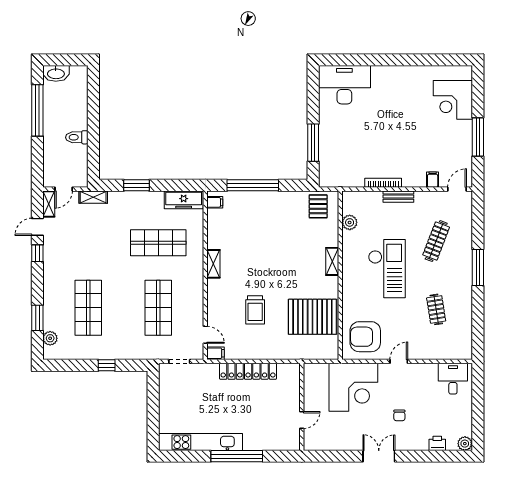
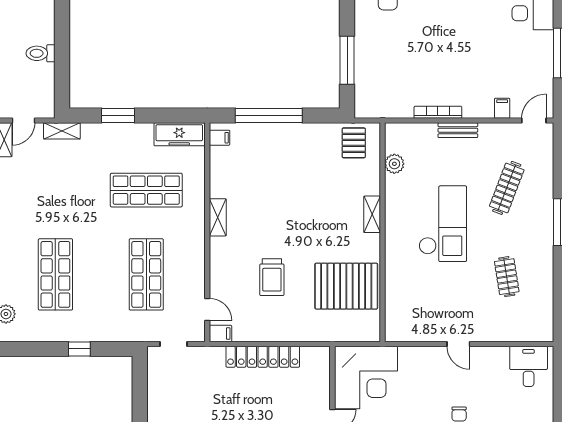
armchair: (365, 337) -> (415, 312), removed
door: (399, 361) -> (458, 344), swing flipped
corner desk: (353, 387) -> (366, 378), moved

